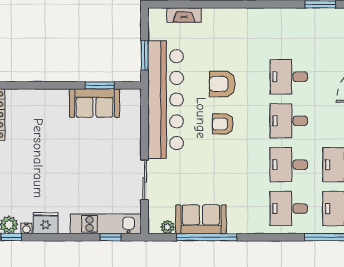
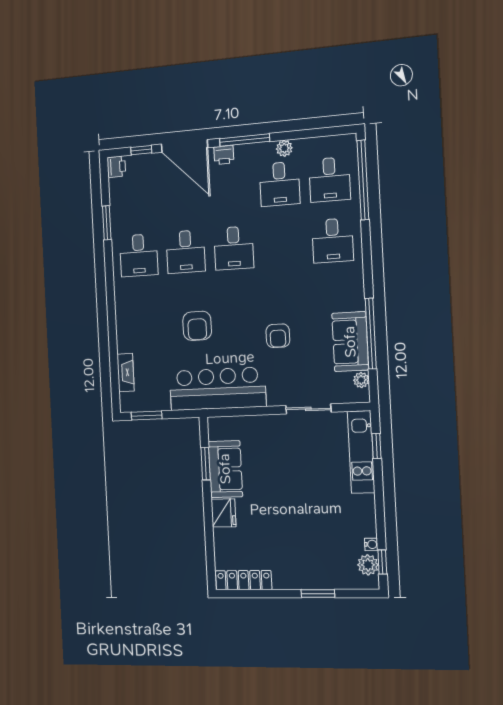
window: (145, 55) -> (147, 415), moved
bar counter: (166, 100) -> (217, 389), width x0.73
armchair: (223, 124) -> (278, 336), moved
desk: (289, 165) -> (139, 255), moved
fridge: (46, 223) -> (223, 513), moved, turned 180

